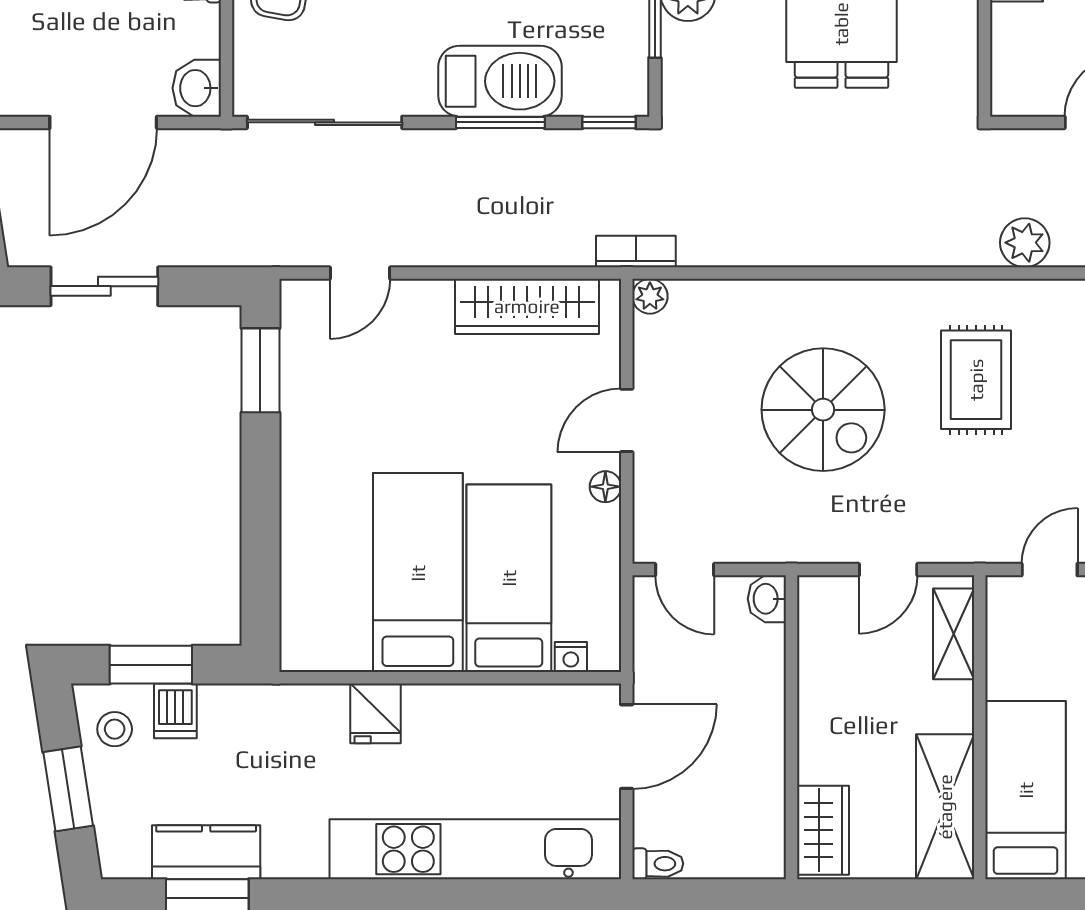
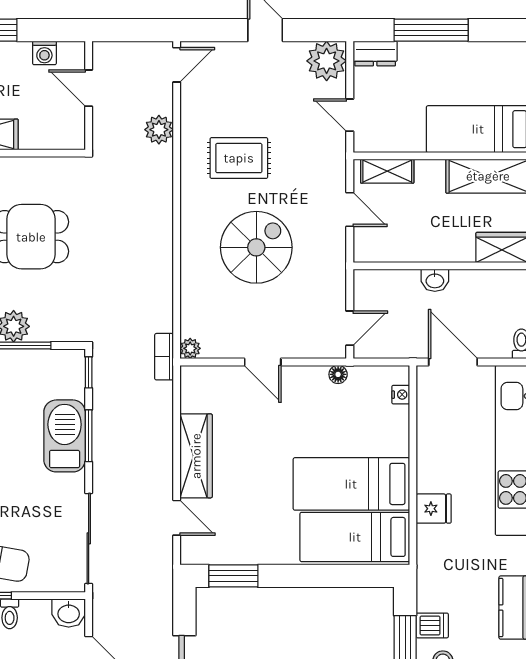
wardrobe: (527, 306) -> (196, 456), moved
floor lamp: (605, 487) -> (338, 374), moved
bed: (509, 578) -> (355, 537), moved
washbasin: (767, 599) -> (435, 280), moved

